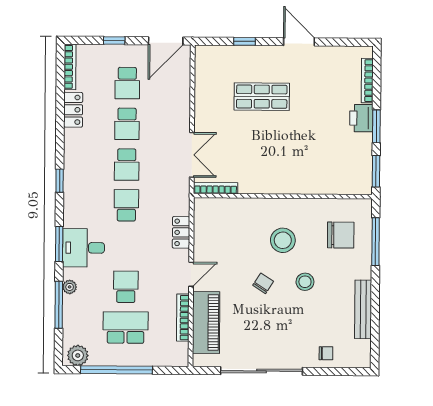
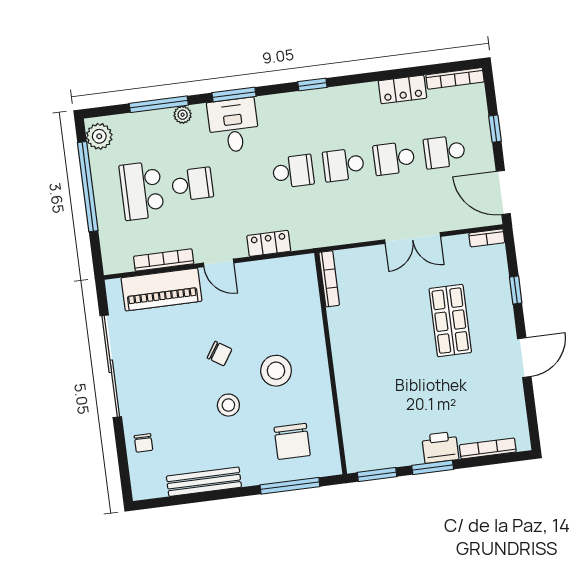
bookcase: (200, 59) -> (487, 238), added
double door: (192, 155) -> (413, 238), moved
school desk: (126, 328) -> (142, 191), turned 180

